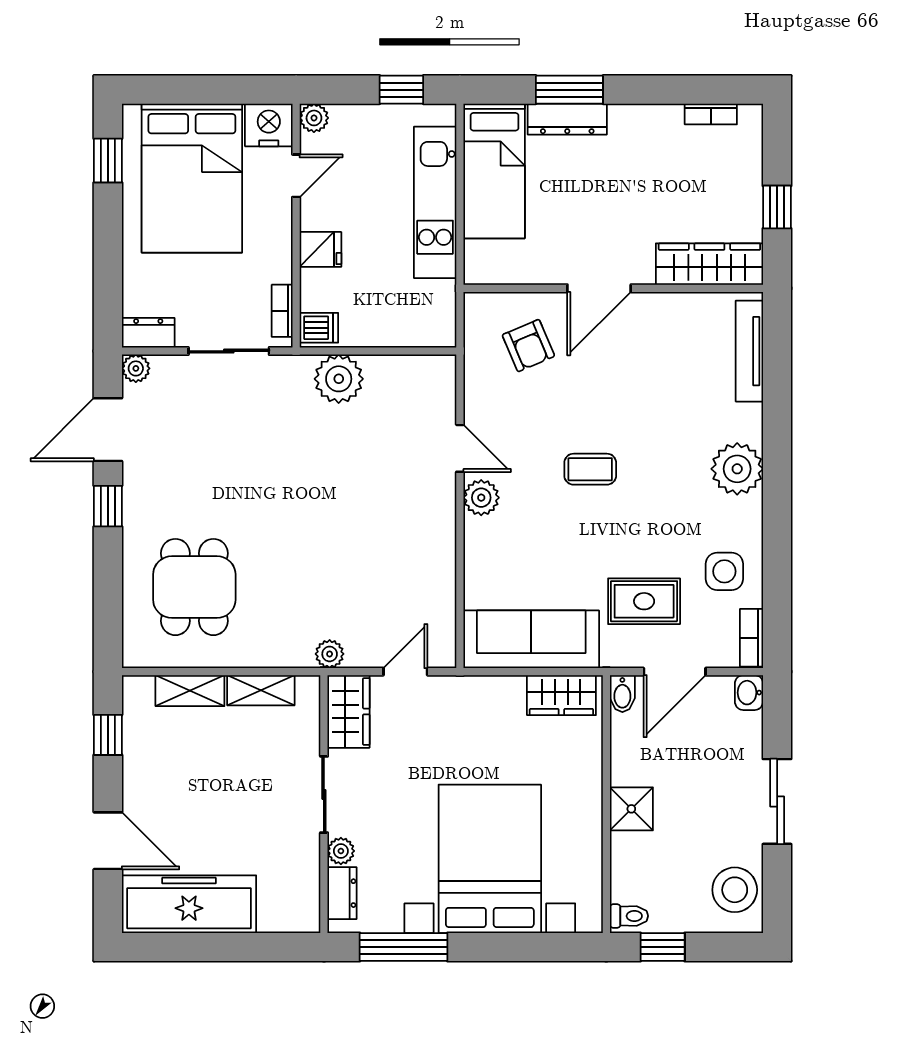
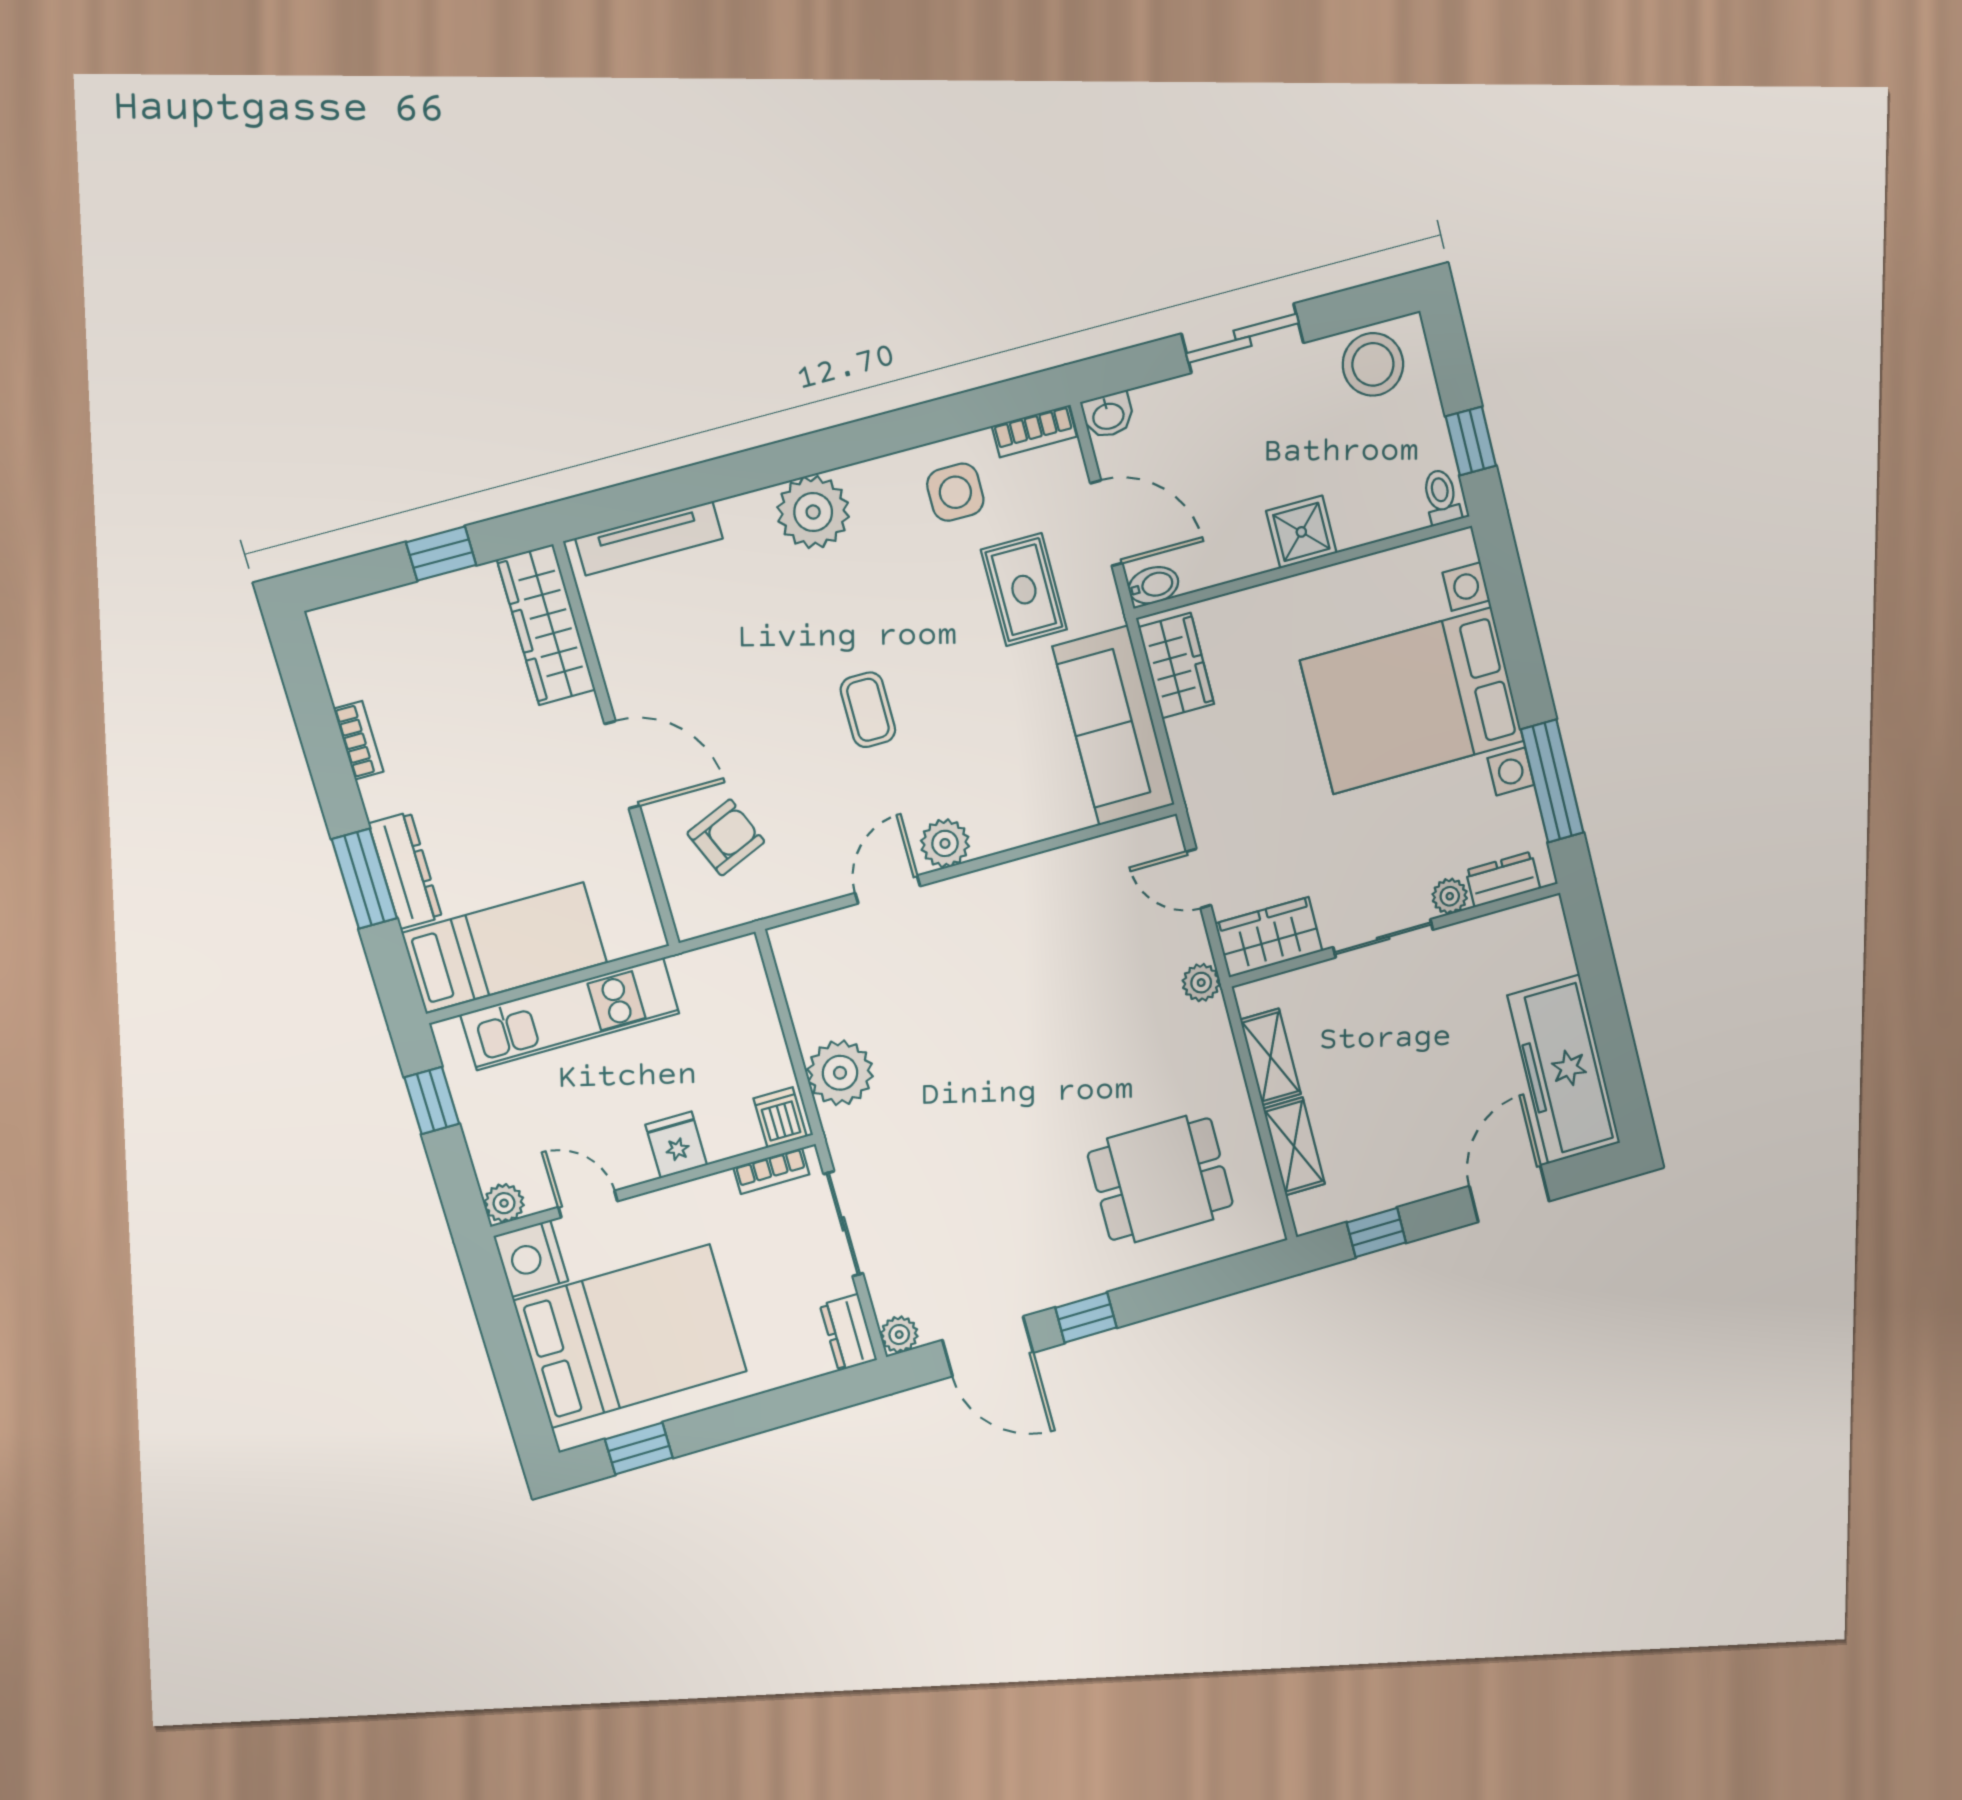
bookcase: (711, 114) -> (359, 740), moved

